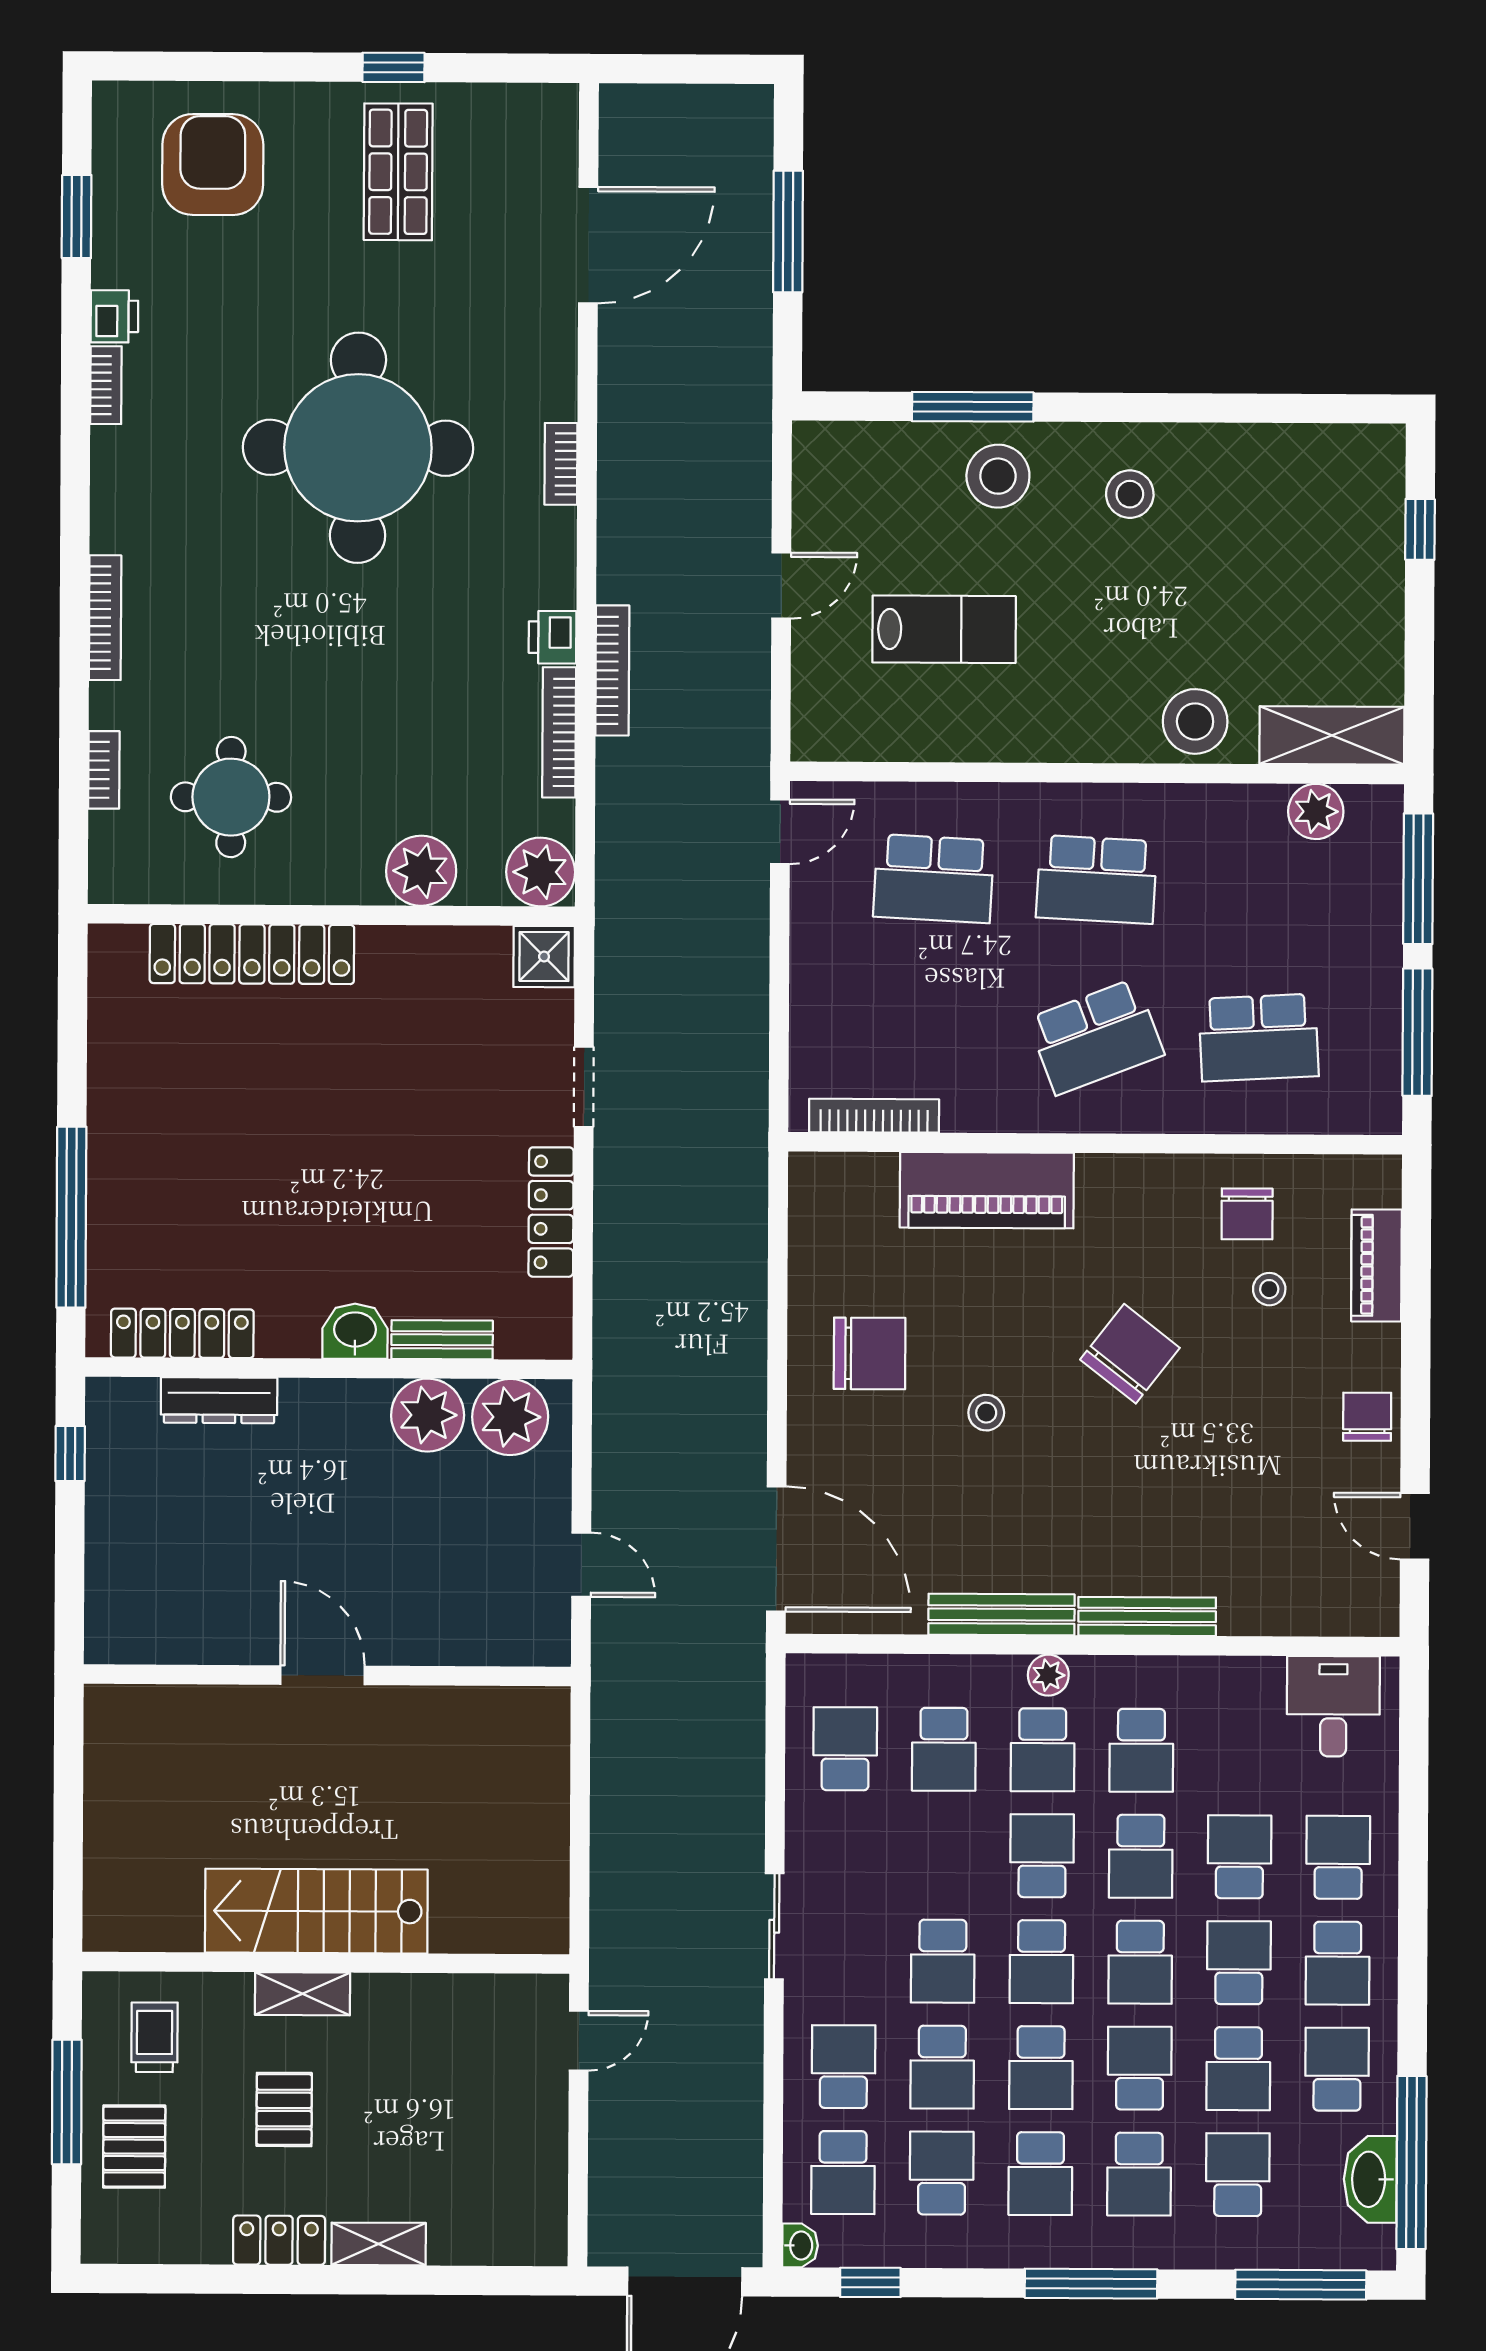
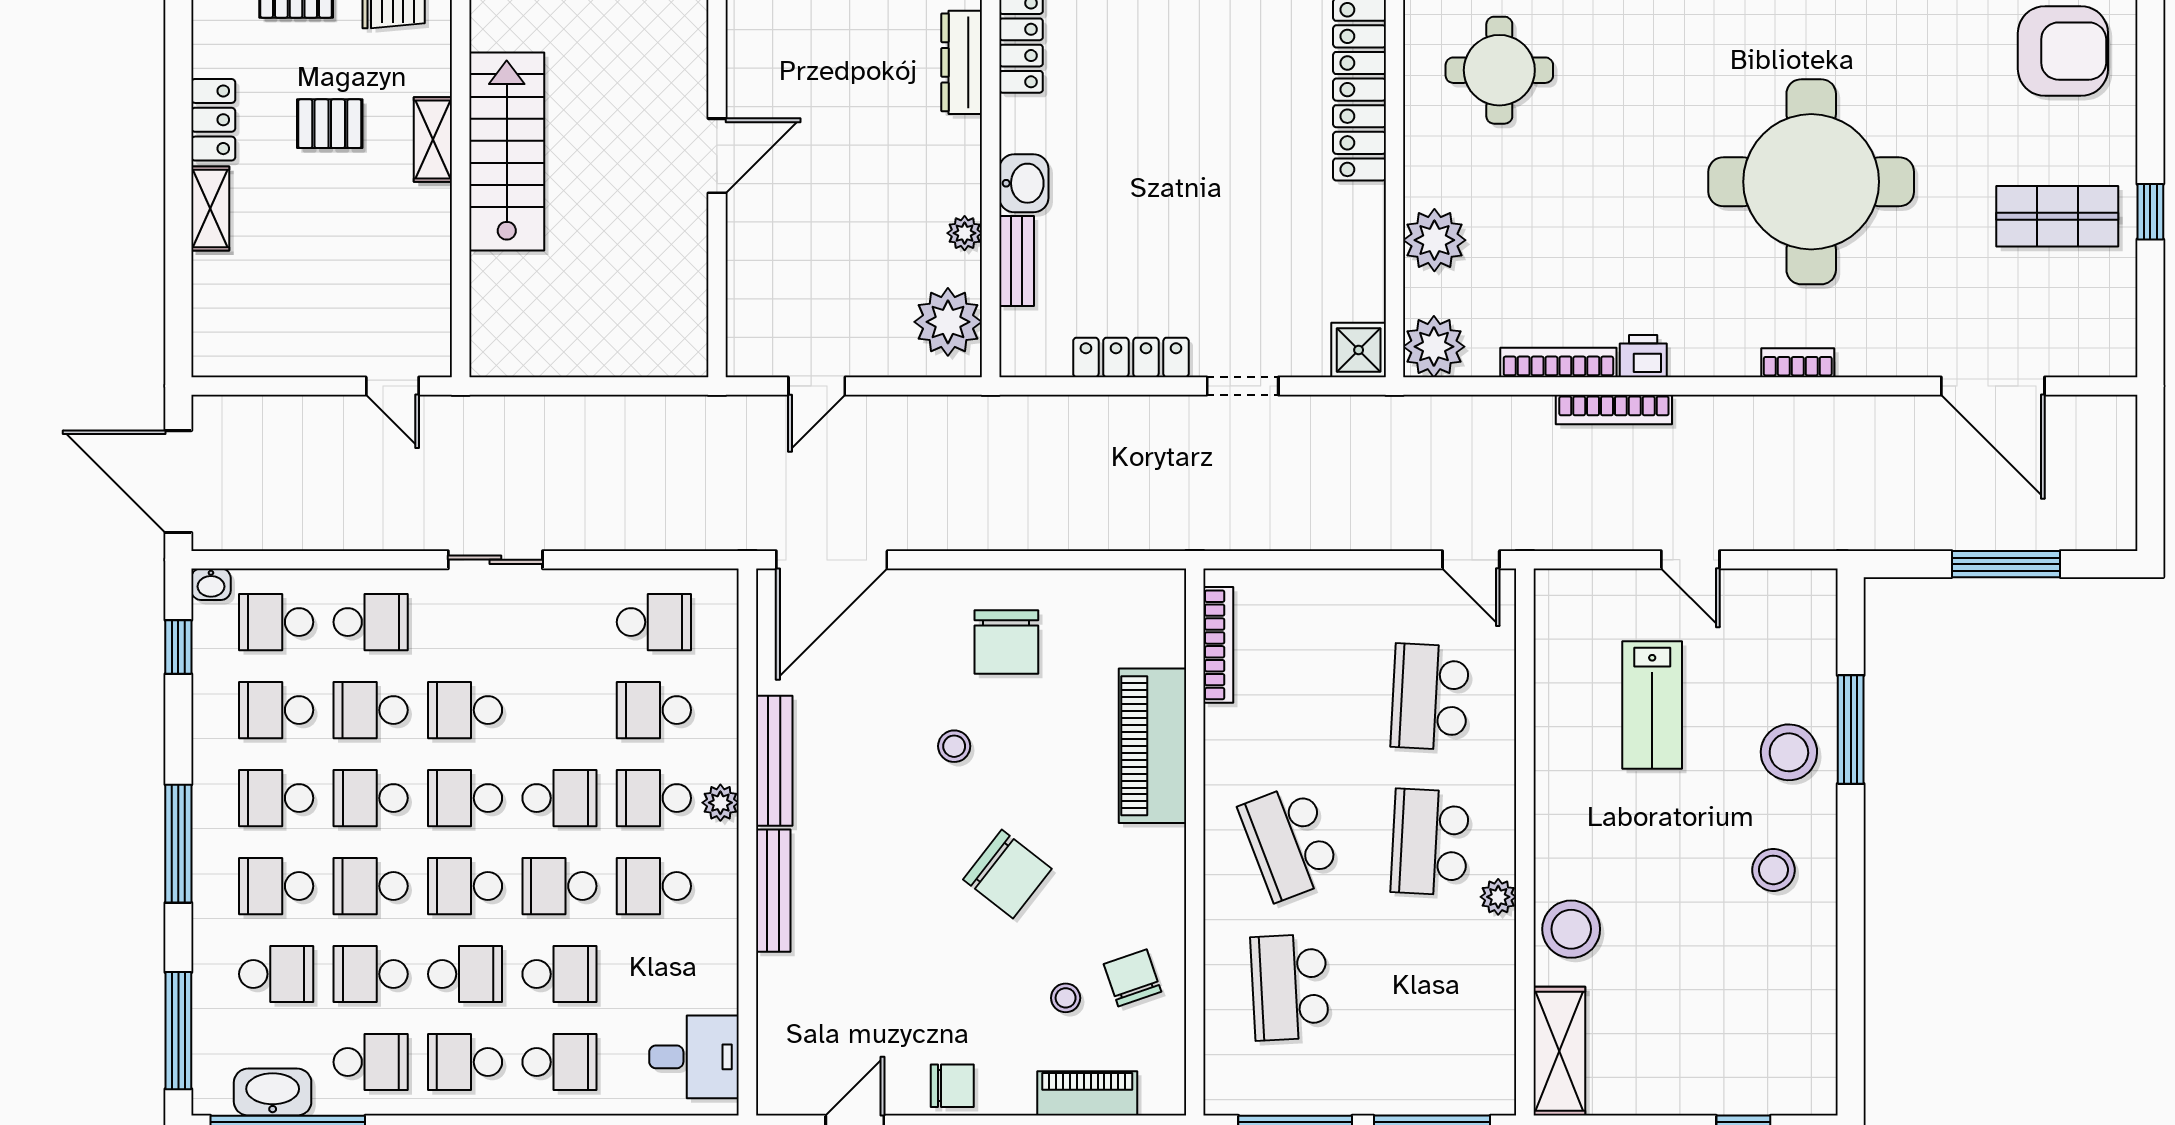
plant: (1316, 811) -> (1498, 897), moved, width x0.73, depth x0.73
chair: (1247, 1214) -> (1132, 978), turned 71
plant: (428, 1415) -> (965, 233), width x0.53, depth x0.53
school desk: (1140, 2068) -> (371, 886), turned 180
school desk: (942, 2173) -> (276, 710), turned 180

